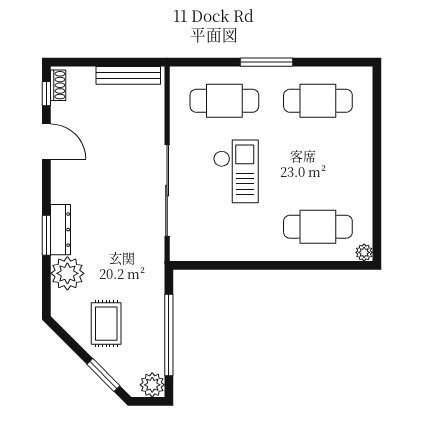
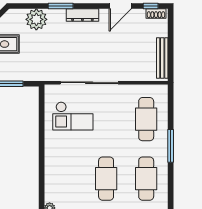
checkout: (236, 171) -> (73, 116), moved
cafe table: (318, 227) -> (106, 179), moved
dresser: (61, 230) -> (82, 15), moved

